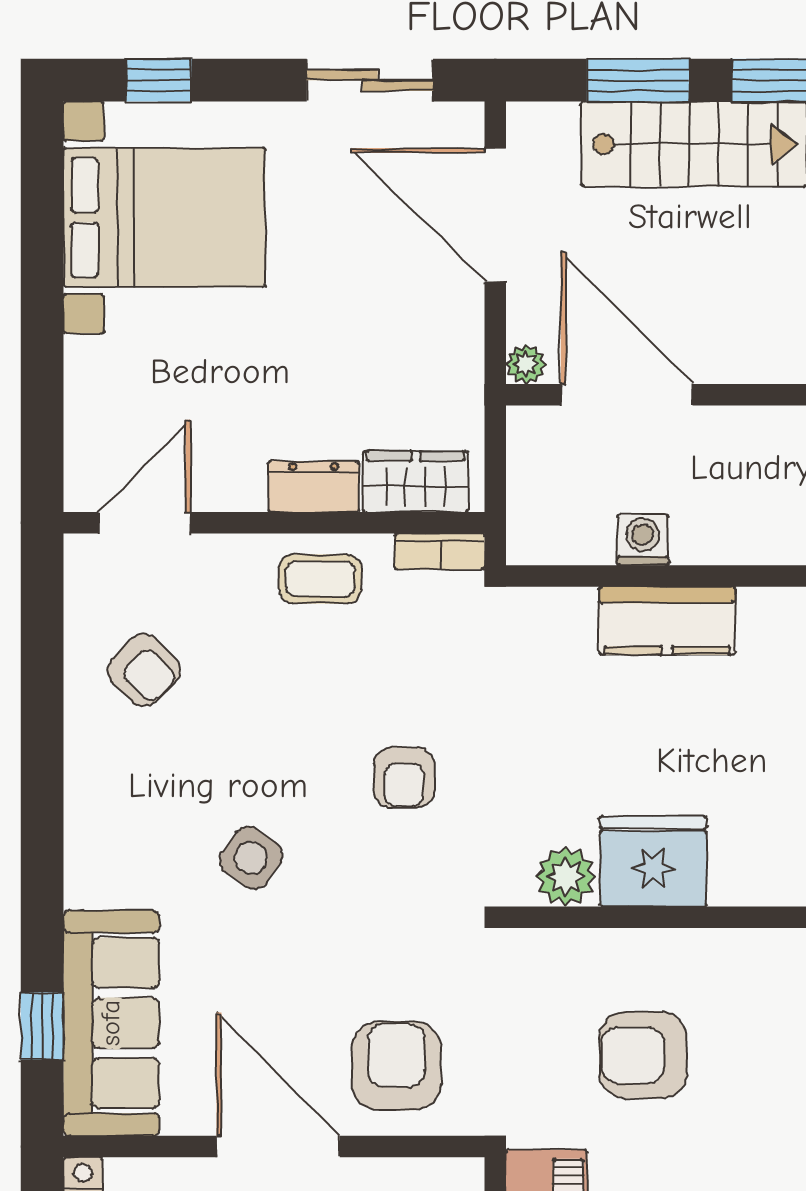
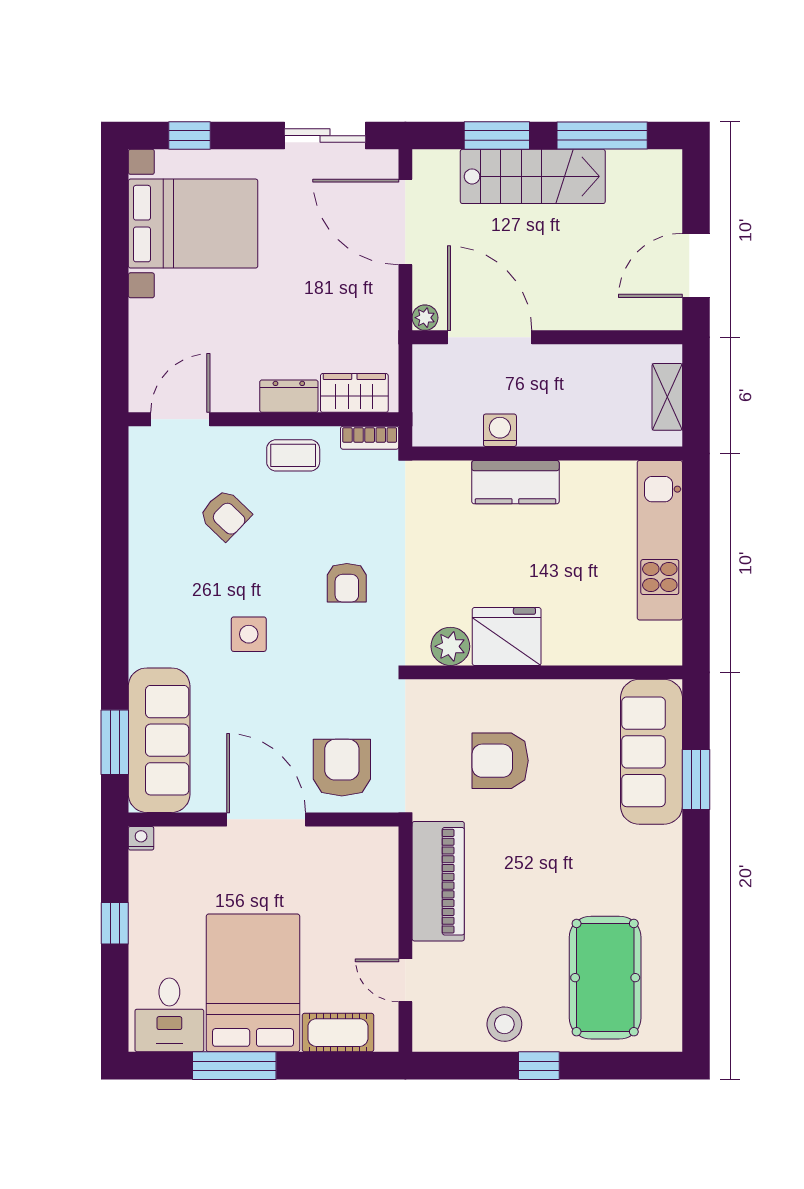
armchair: (144, 670) -> (225, 515), moved
side table: (251, 858) -> (249, 634), turned -35
window: (42, 1026) -> (115, 742), width x1.50

